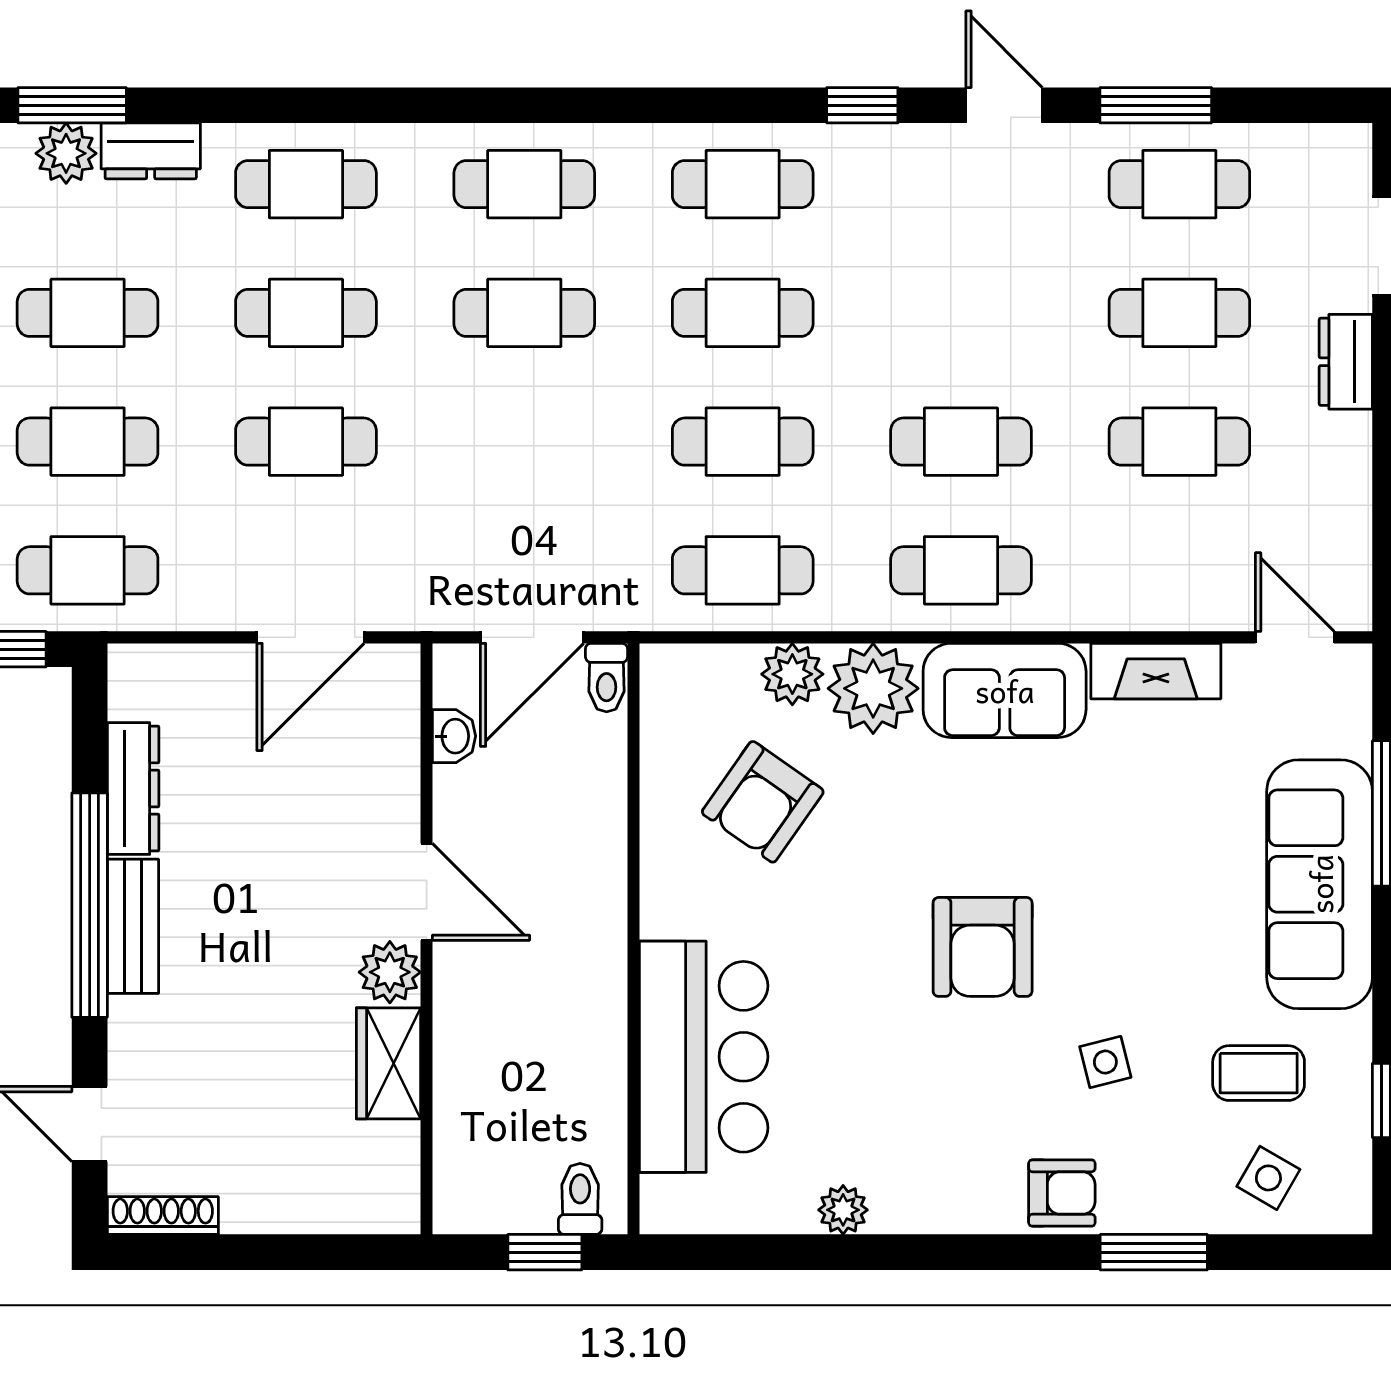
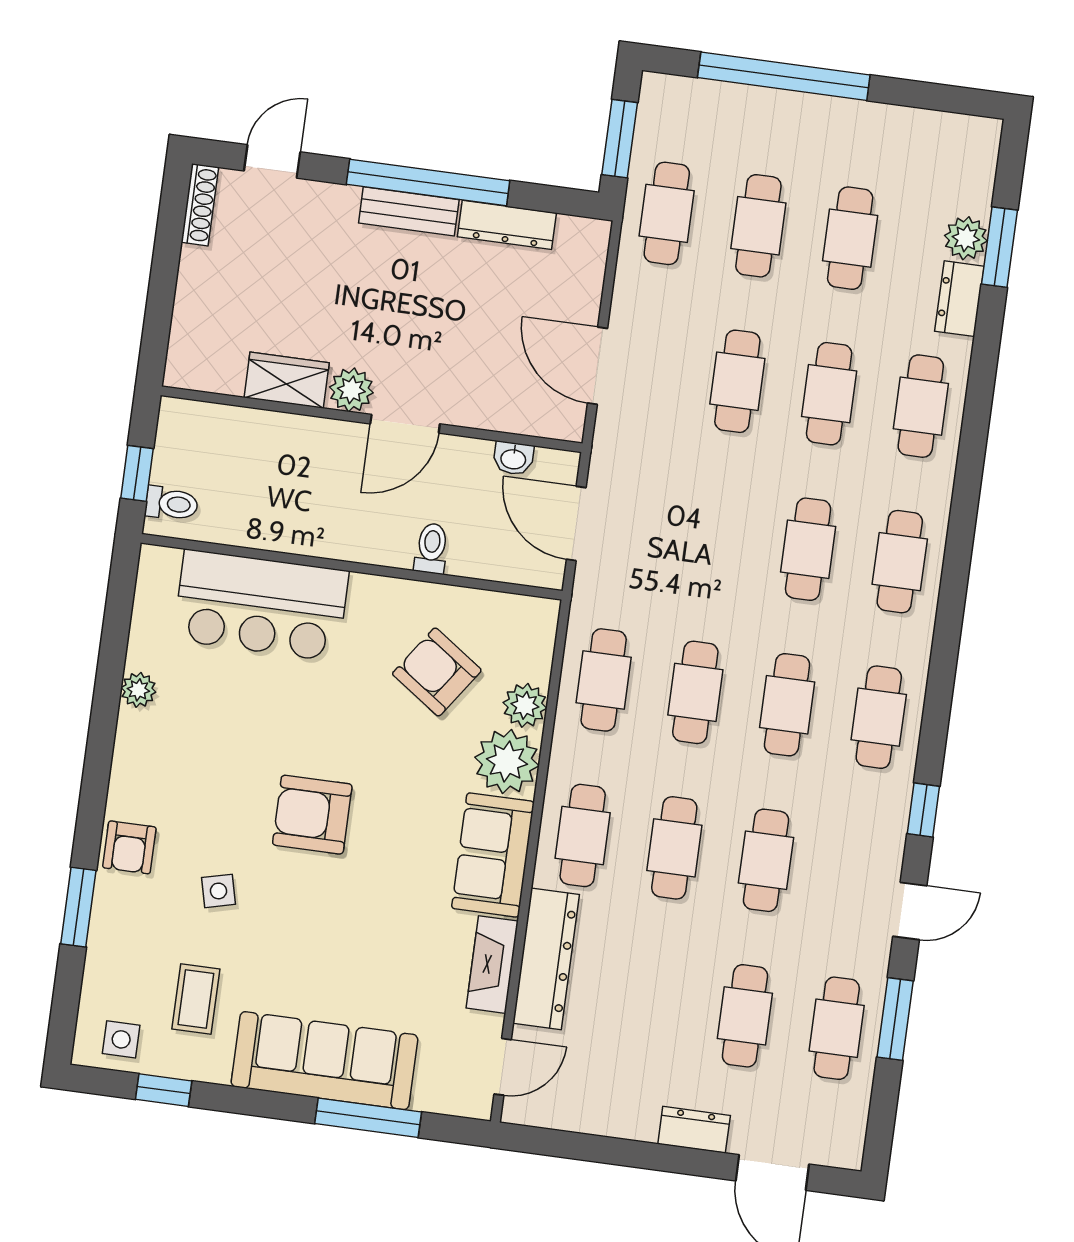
cafe table: (1179, 442) -> (766, 860), moved
dresser: (1138, 598) -> (546, 959), added
toilet: (607, 678) -> (431, 548), moved, turned 90
side table: (1268, 1178) -> (121, 1039), moved, turned -30

